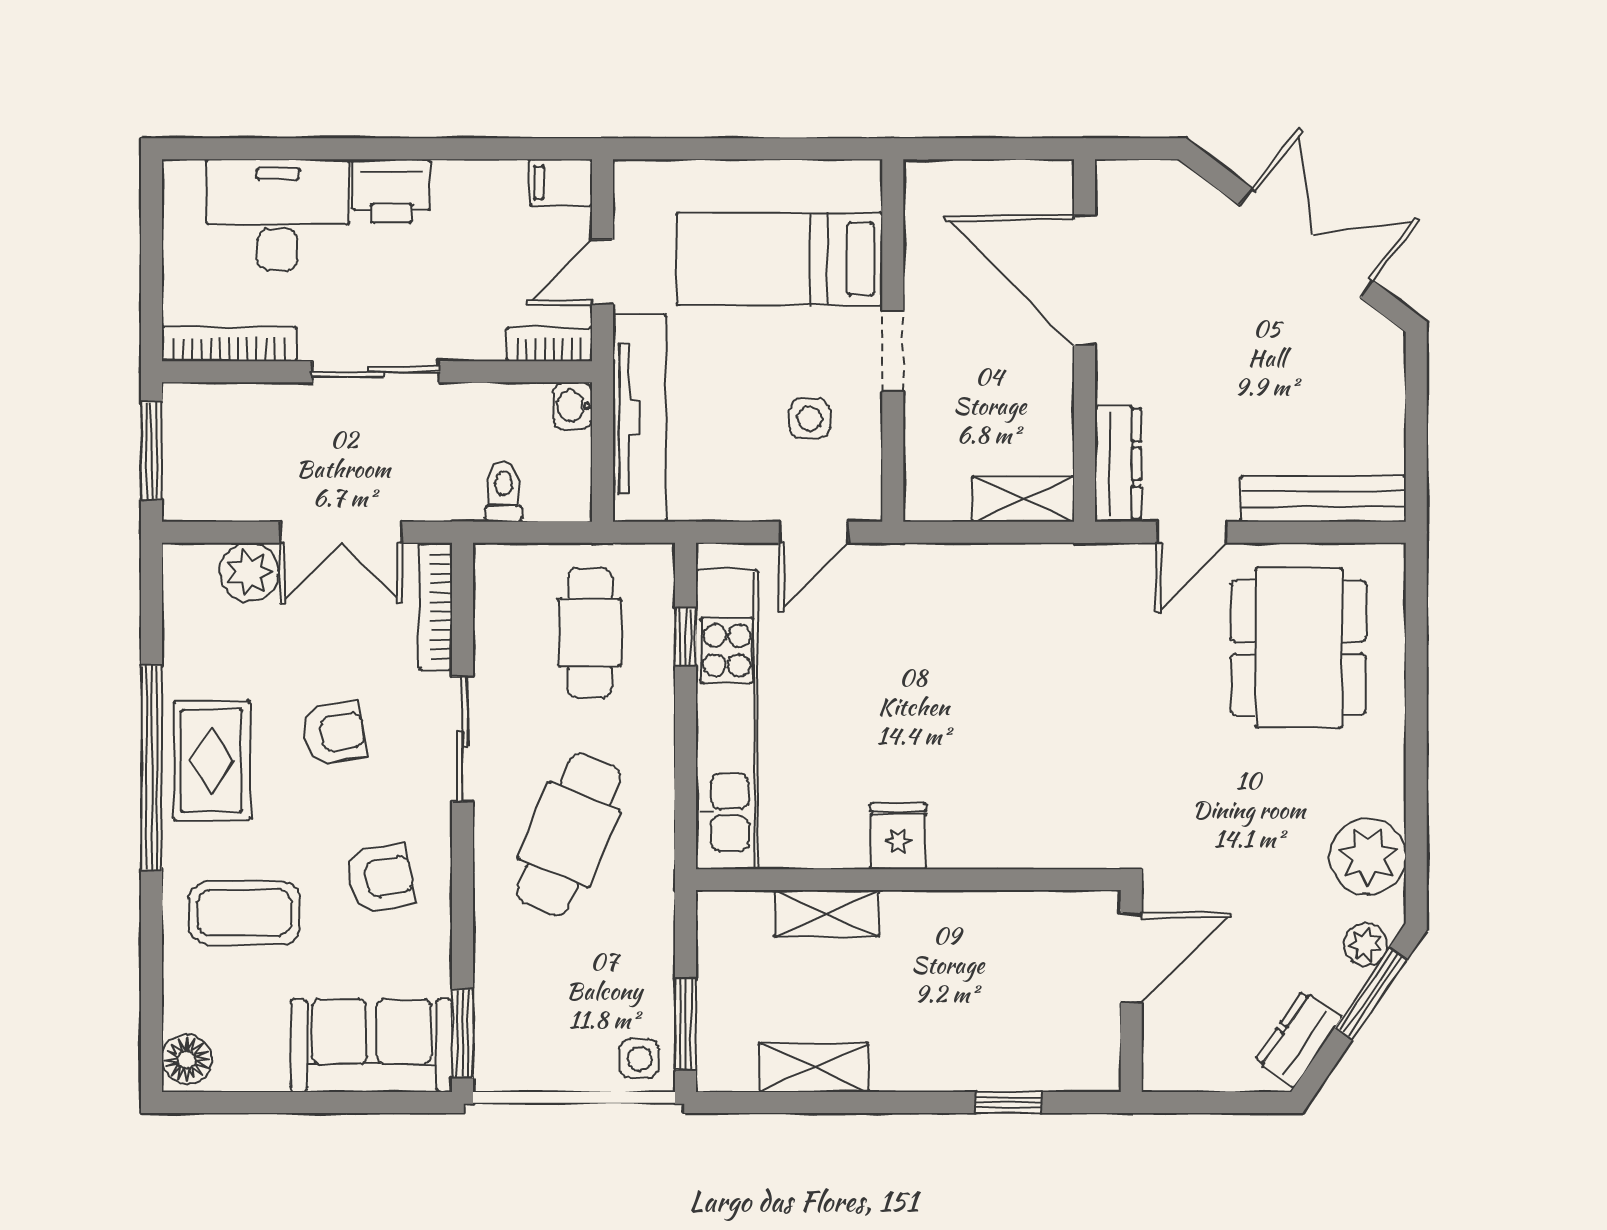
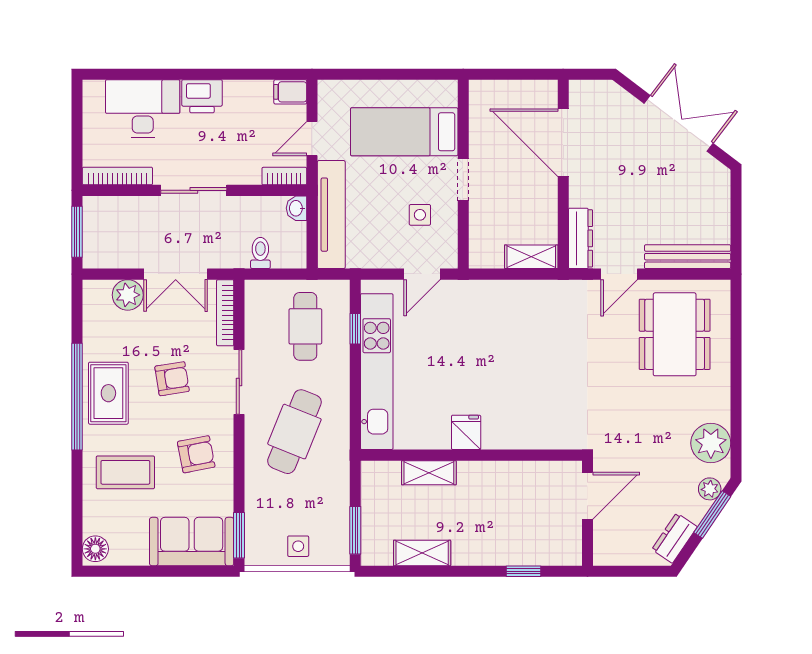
side table: (639, 1059) -> (298, 546), moved

